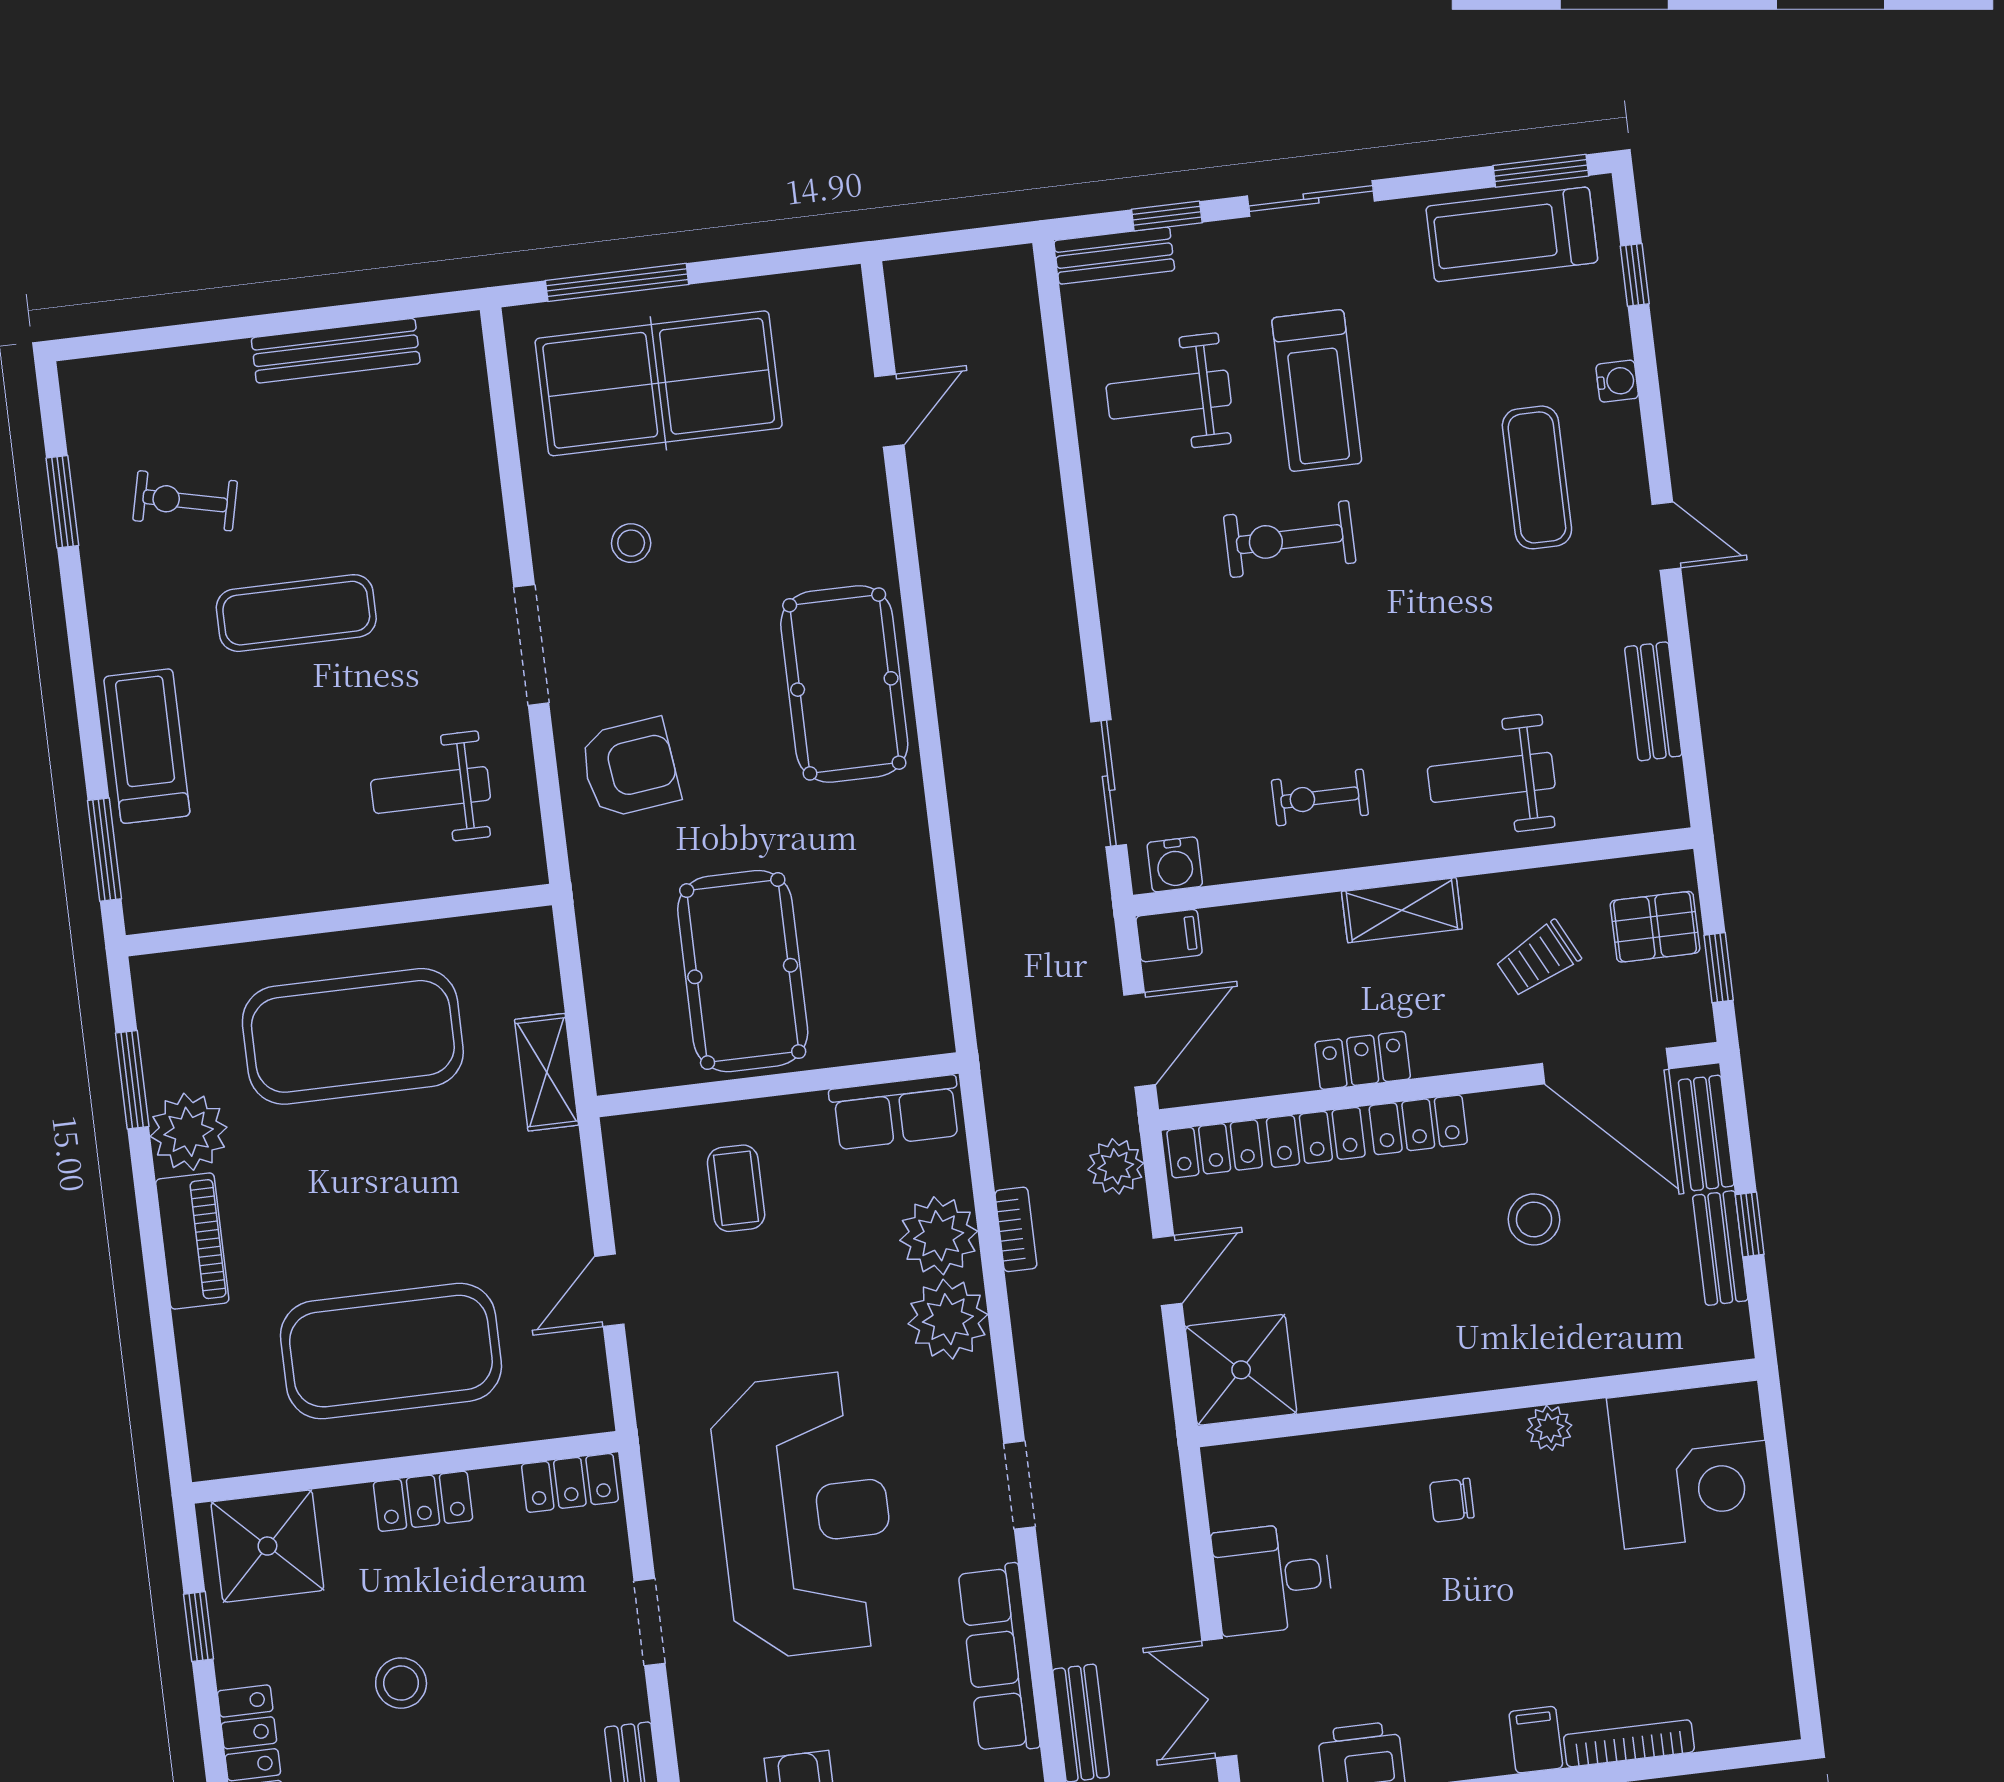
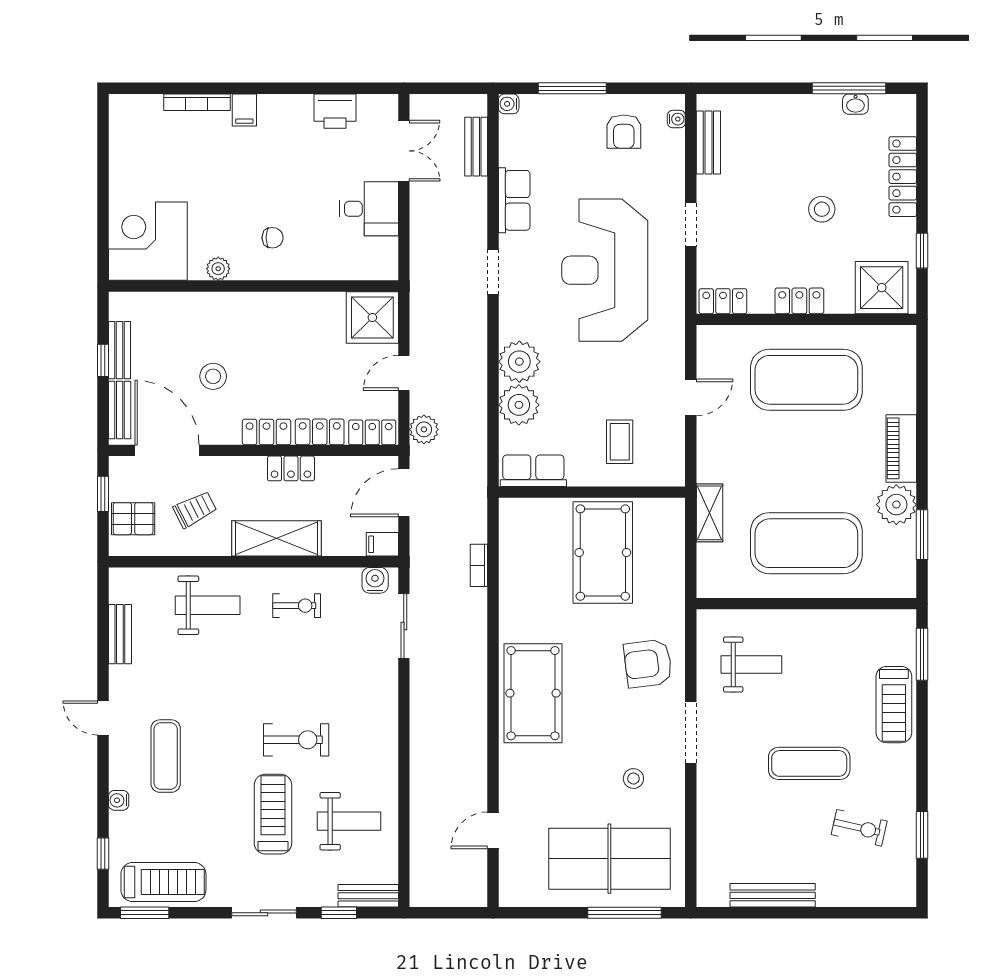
shelving: (1402, 910) -> (276, 538), width x1.50, depth x1.33
bookcase: (1016, 1229) -> (479, 565), moved
row of seats: (999, 1658) -> (514, 200), width x0.68

